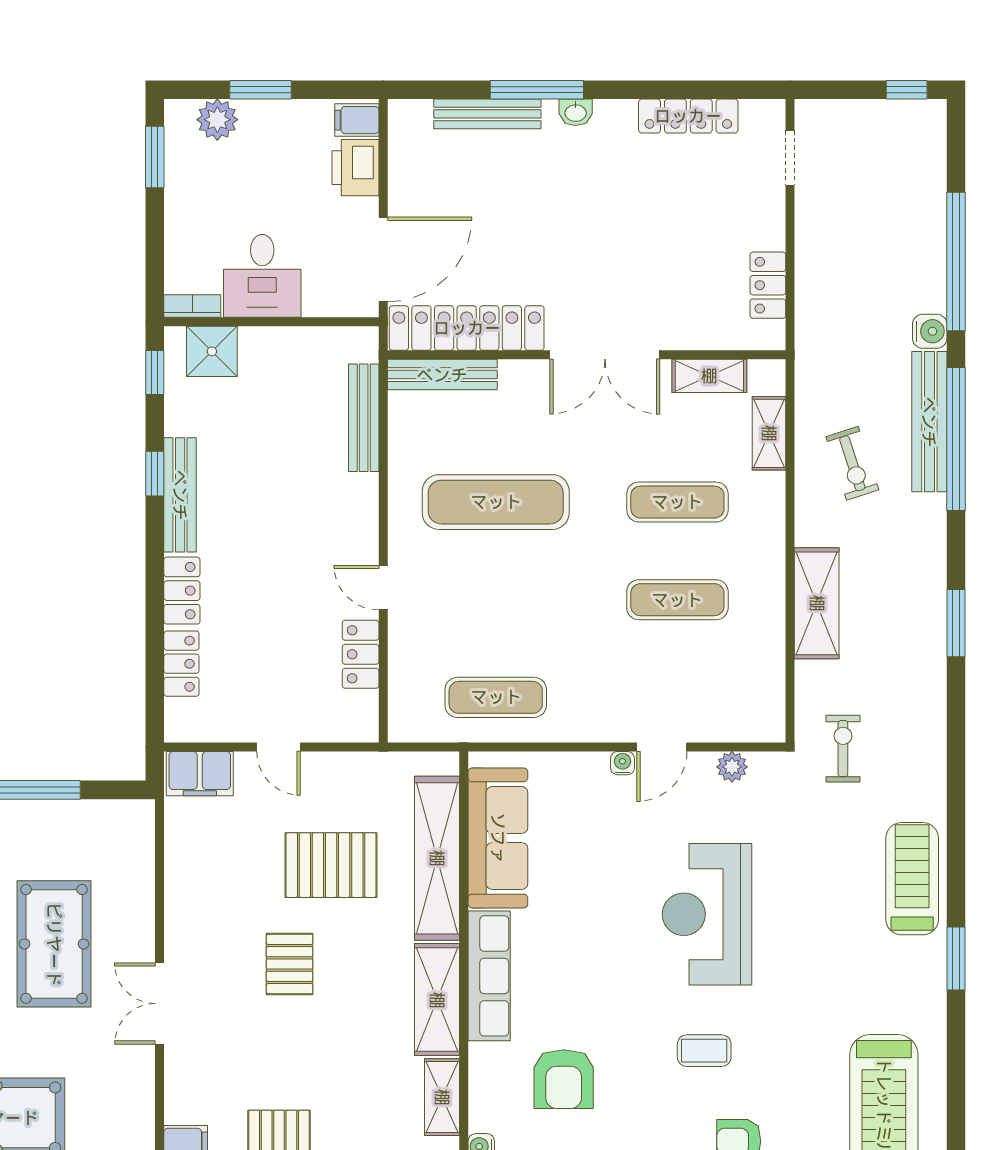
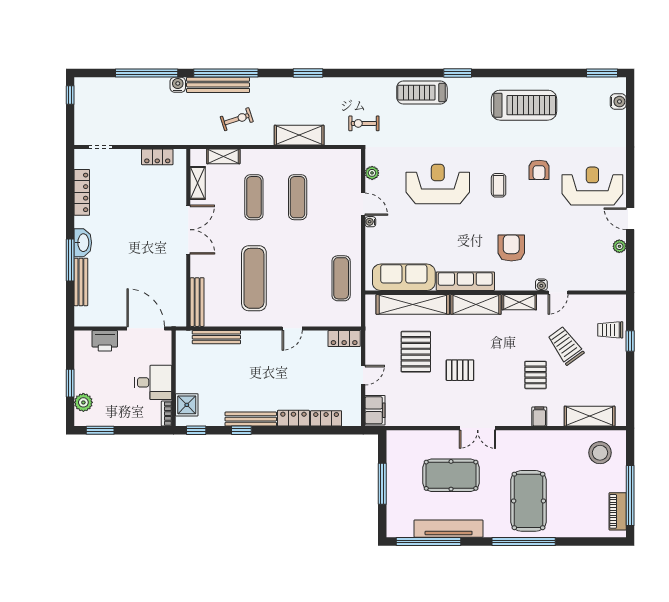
washbasin: (576, 112) -> (83, 243), width x1.91, depth x1.45
filing cabinet: (357, 120) -> (84, 340), removed
locker: (467, 328) -> (176, 291), removed
locker: (361, 654) -> (344, 339), moved
reception desk: (707, 914) -> (438, 184), turned 180
armchair: (564, 1079) -> (511, 248), turned -90

